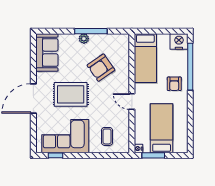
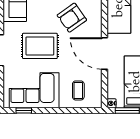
door: (132, 102) -> (105, 54), width x1.88

